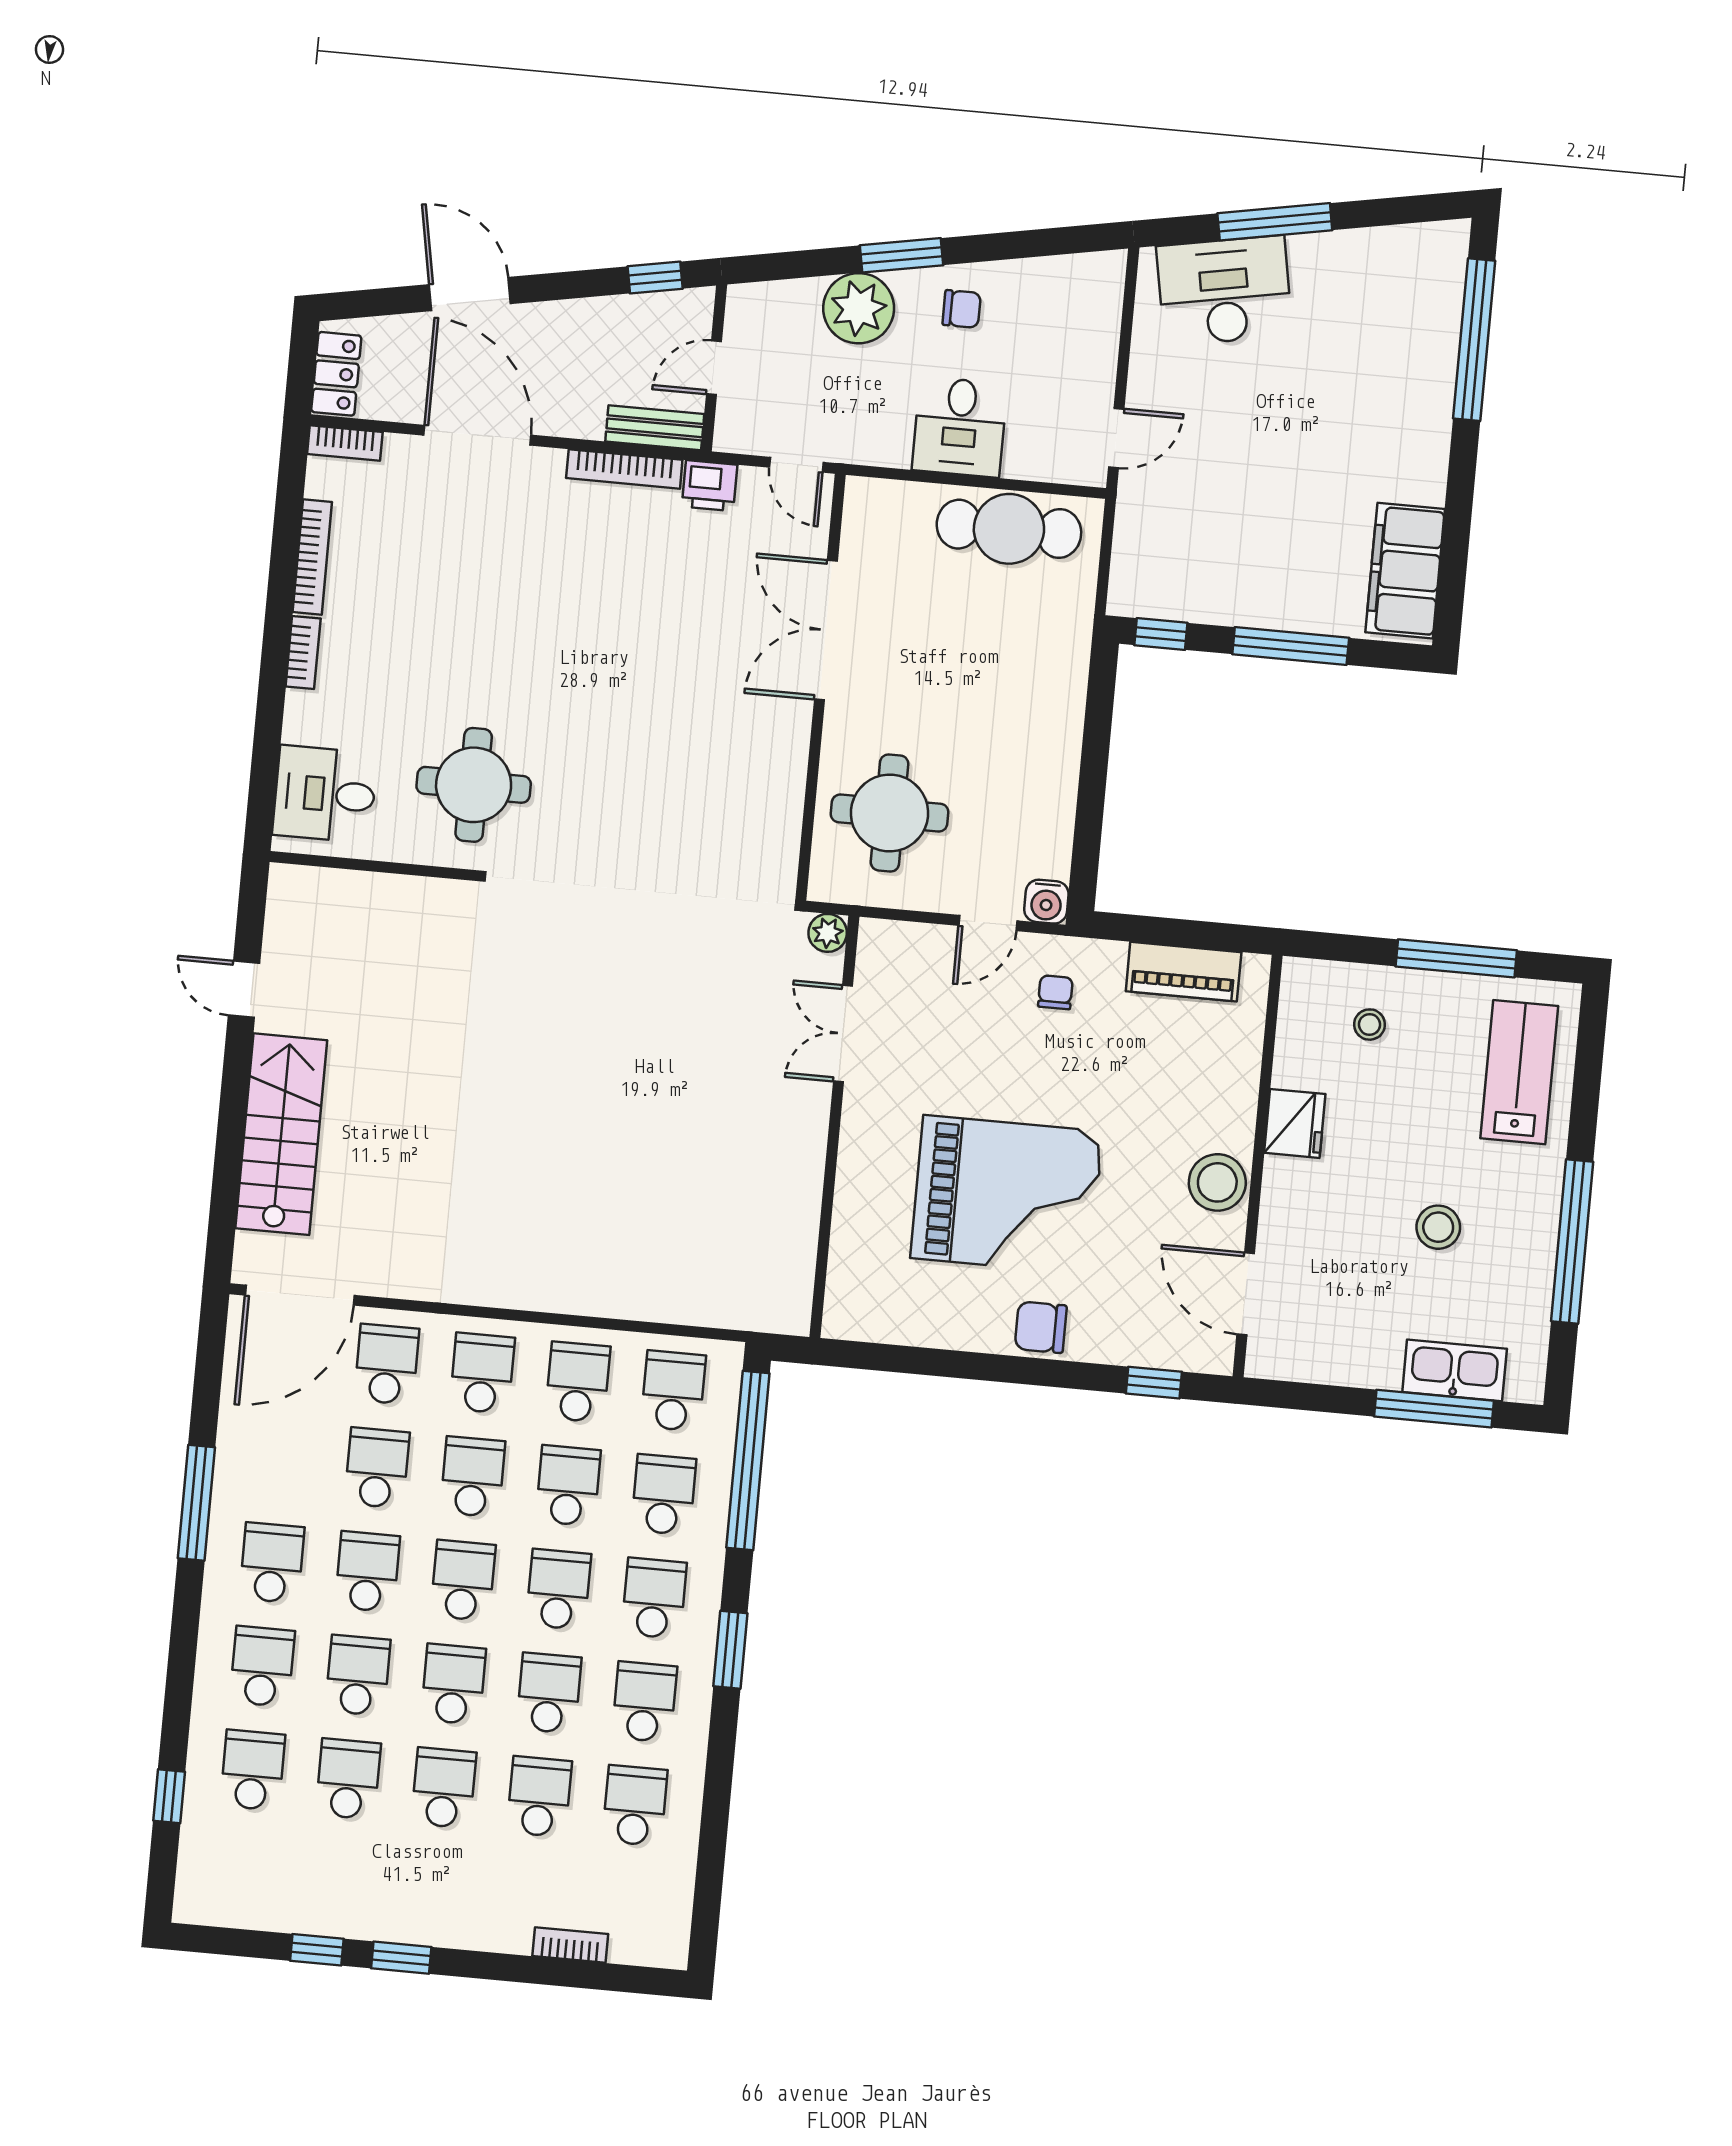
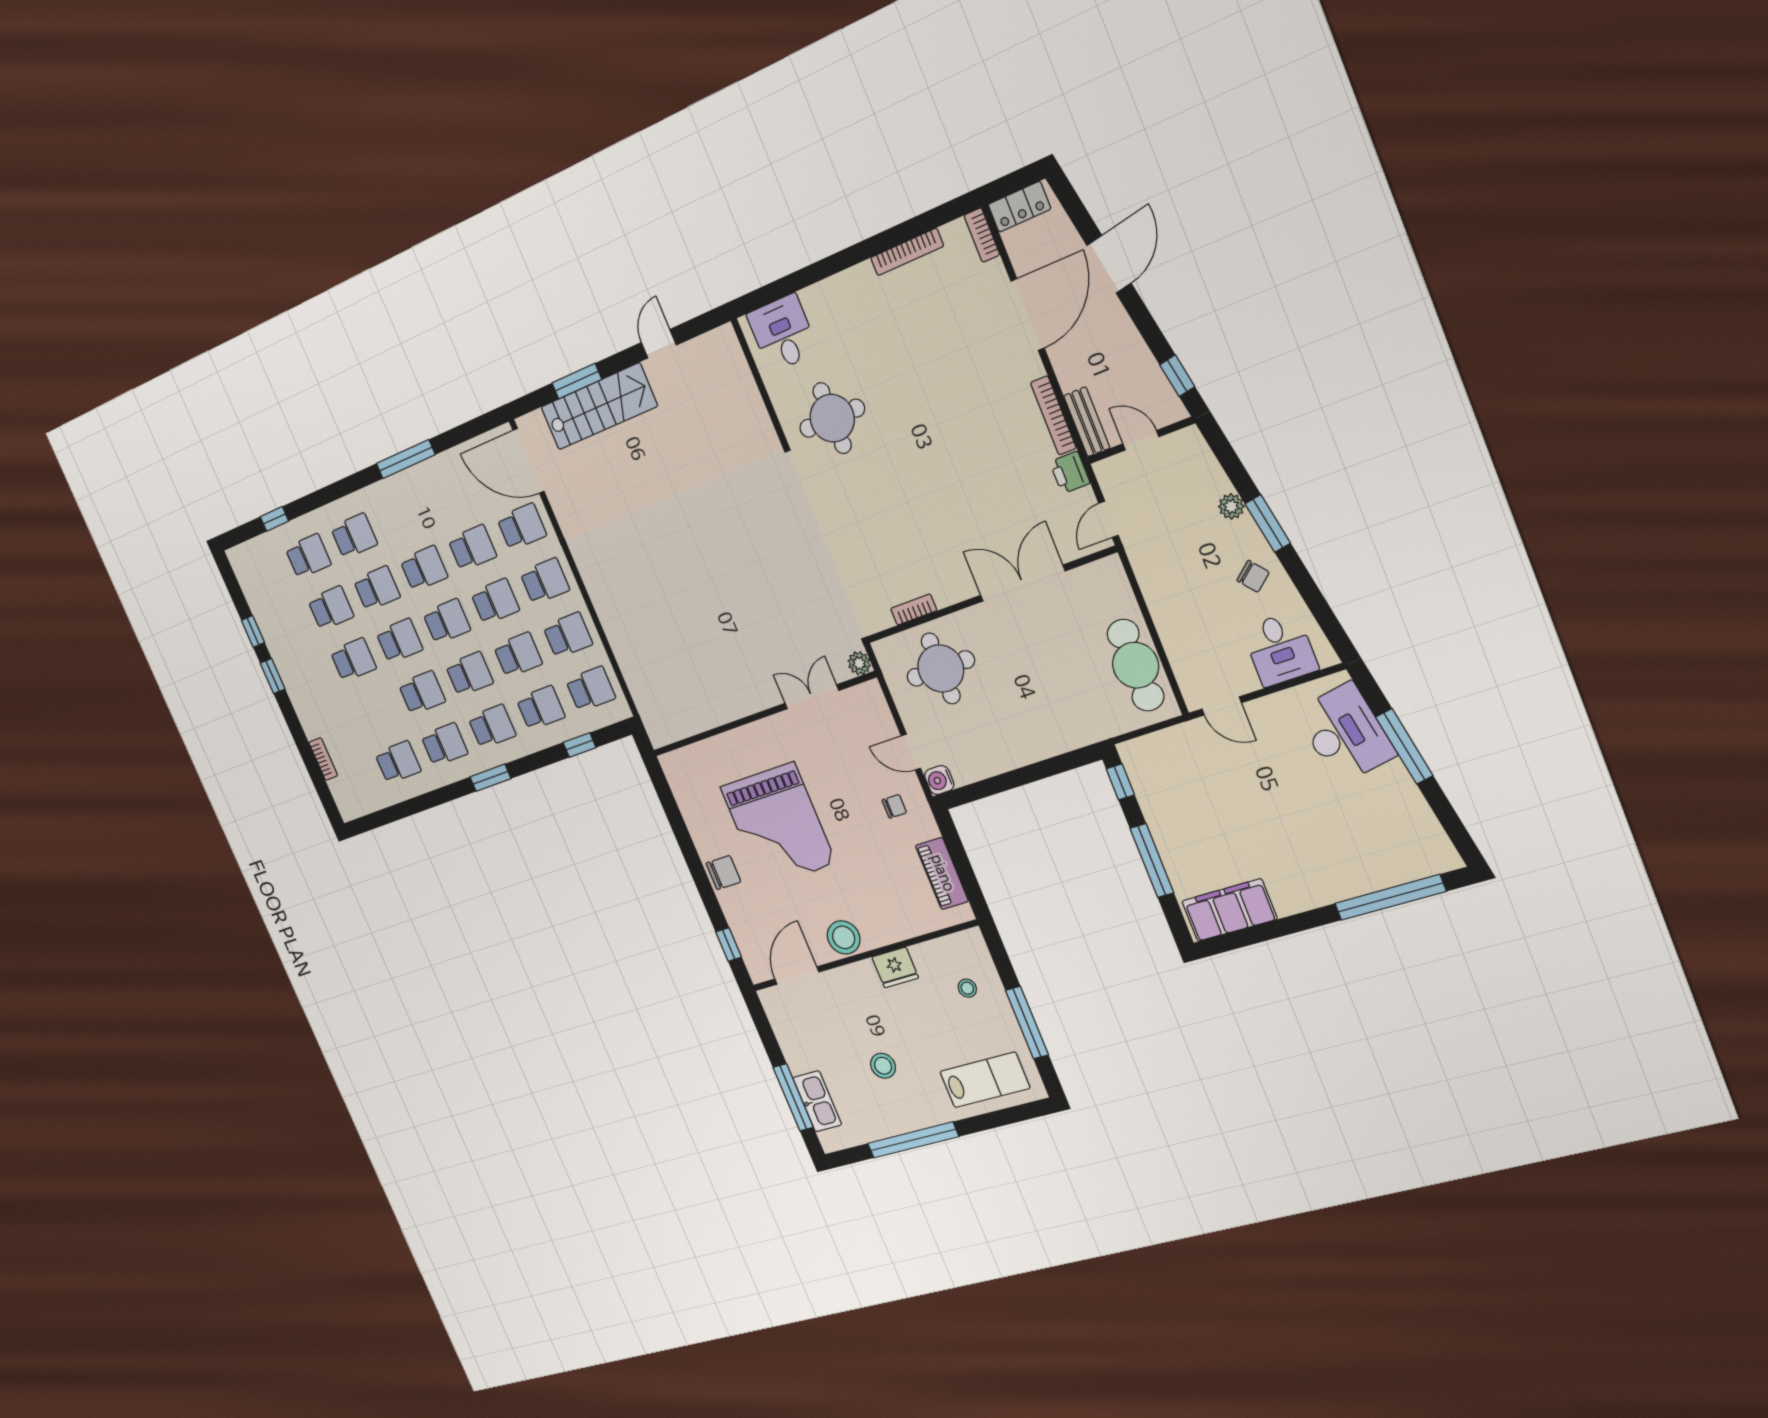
plant: (859, 308) -> (1231, 506), width x0.53, depth x0.53
chair: (962, 309) -> (1253, 576), turned -40
desk: (960, 427) -> (1280, 649), moved, turned -90
bookcase: (303, 653) -> (914, 609), moved, turned 180
window: (229, 1149) -> (577, 381), added
chair: (1041, 1327) -> (723, 872), turned 90
window: (748, 1460) -> (580, 745), width x0.32
school desk: (272, 1563) -> (401, 515), removed
school desk: (539, 1797) -> (376, 711), removed

